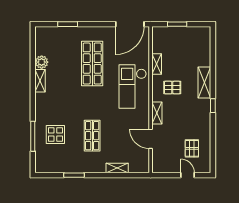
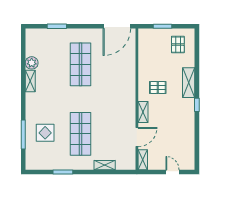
shelving: (157, 64) -> (143, 160), moved
checkout: (133, 86) -> (120, 86), removed
shop shelf: (92, 136) -> (81, 134), width x1.43, depth x1.36
door: (151, 139) -> (137, 137), swing flipped
pallet: (192, 148) -> (178, 45), moved

